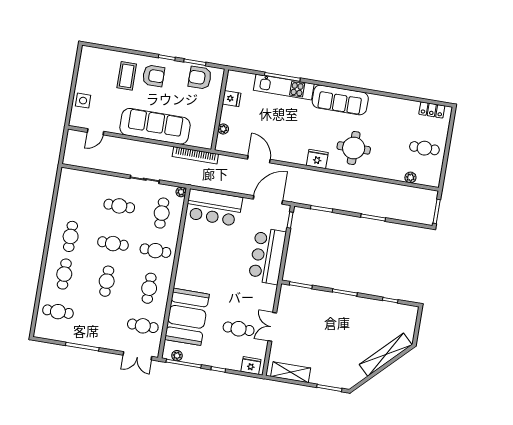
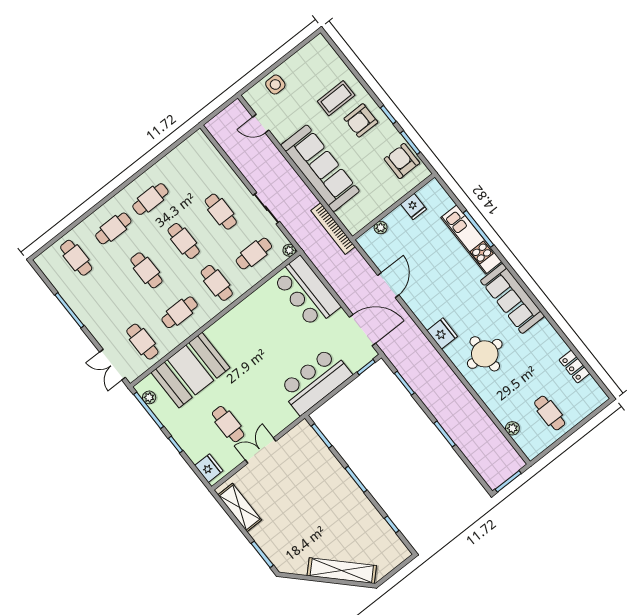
armchair: (154, 76) -> (361, 120), turned 90
locker: (432, 110) -> (575, 367), moved
cafe table: (107, 281) -> (146, 270), turned 90

